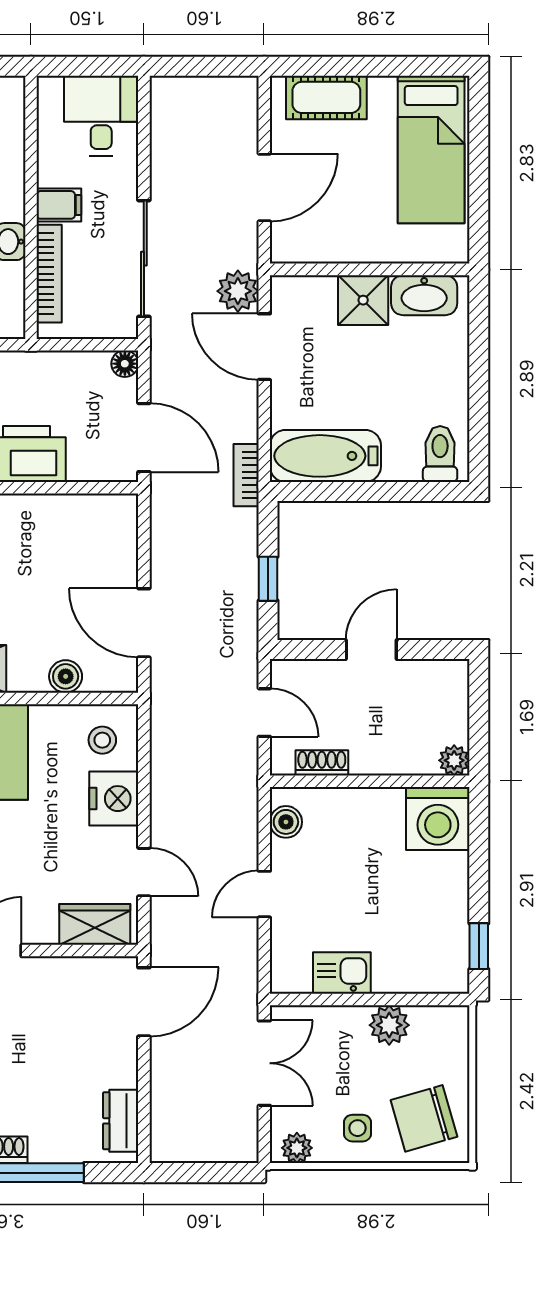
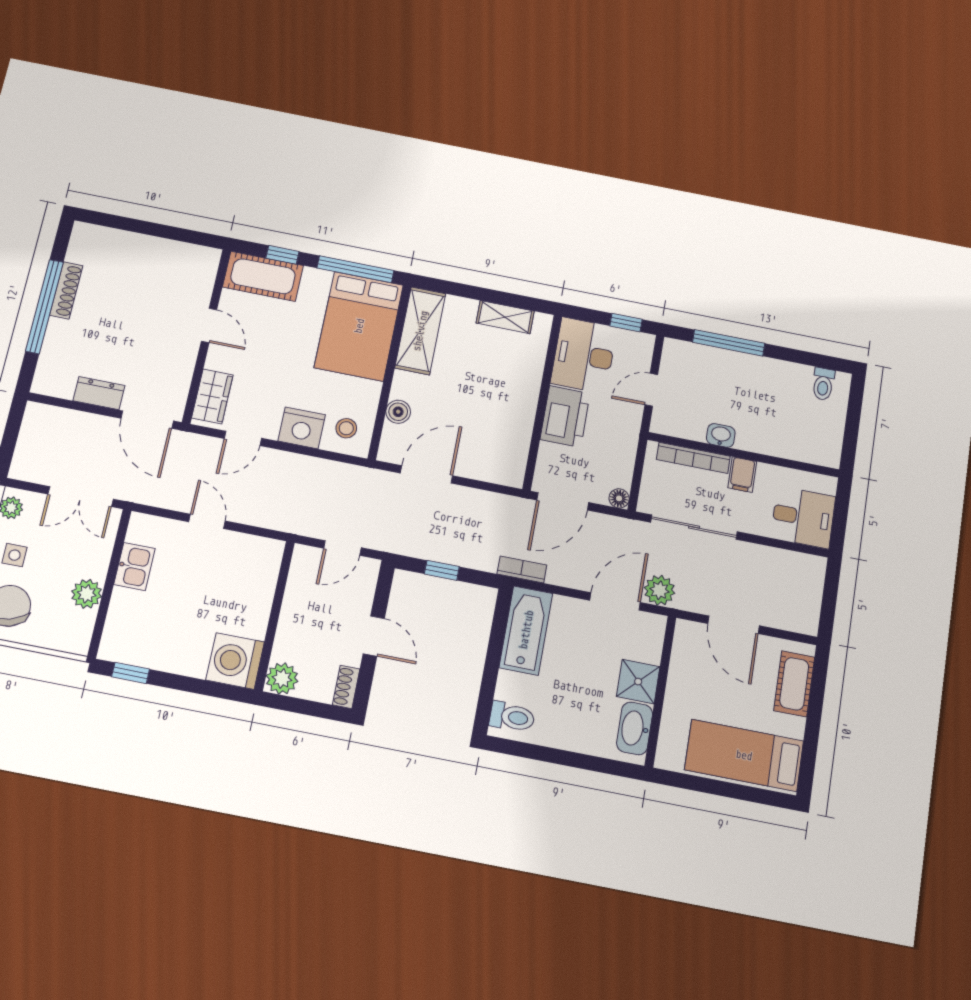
plant: (454, 760) -> (282, 679), width x1.38, depth x1.38
shoe rack: (322, 763) -> (346, 687), moved, turned 180
boiler: (286, 822) -> (257, 548), removed
dresser: (121, 1121) -> (99, 393), moved

